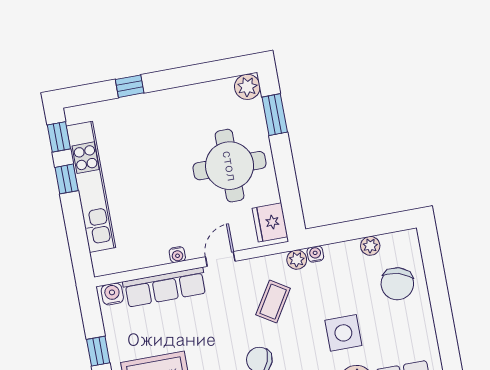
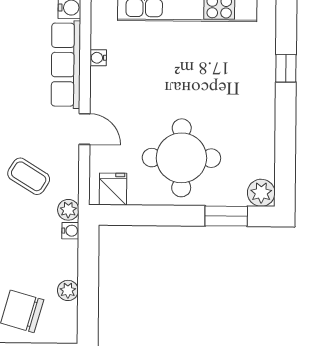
fridge: (270, 222) -> (113, 189), width x0.72
water cooler: (177, 255) -> (98, 58), moved

